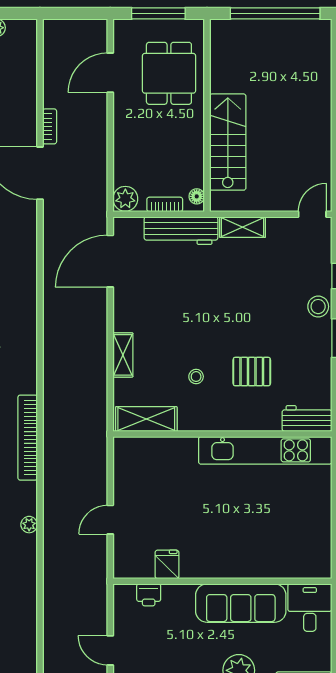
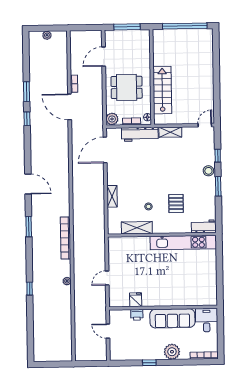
dining table: (169, 73) -> (127, 87), moved, turned 90
pallet: (252, 372) -> (176, 204), turned 90
shelving: (146, 419) -> (137, 228), moved
printer: (149, 595) -> (137, 315), moved
door: (110, 650) -> (108, 331), moved

